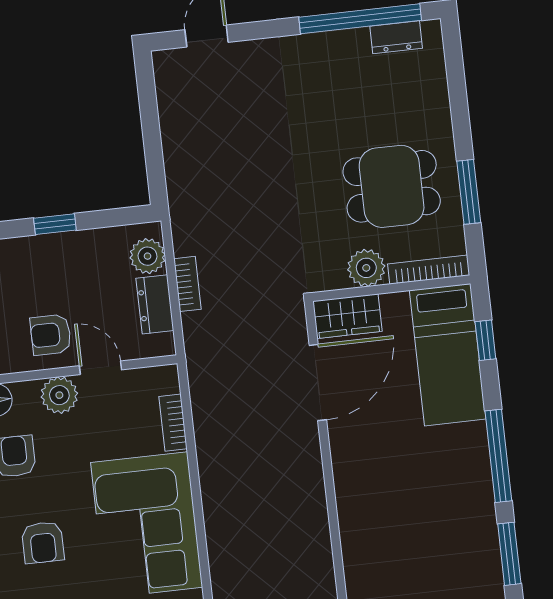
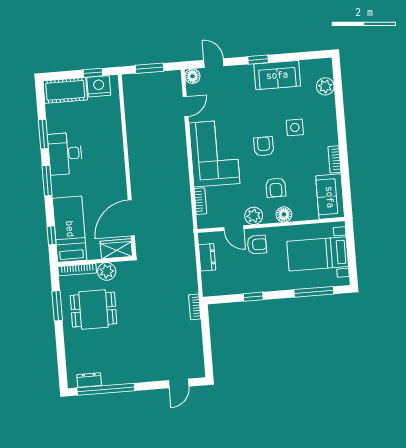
plant: (148, 256) -> (210, 280), removed
bookcase: (187, 284) -> (195, 307), moved
window: (498, 456) -> (47, 181), width x0.69
desk: (462, 514) -> (65, 154), added

